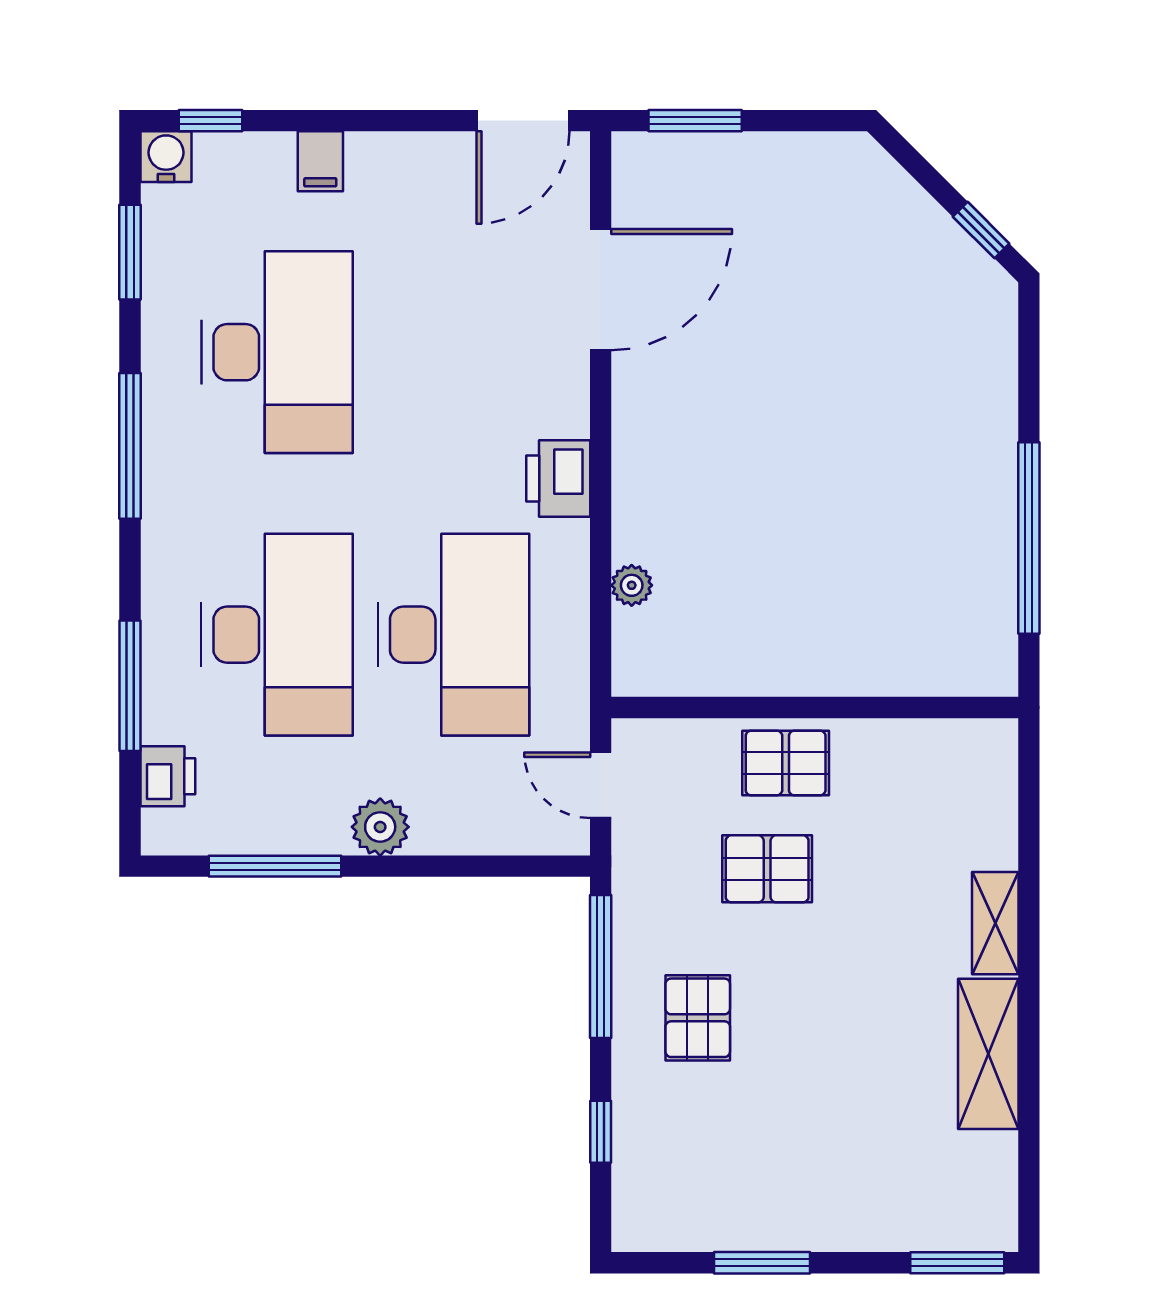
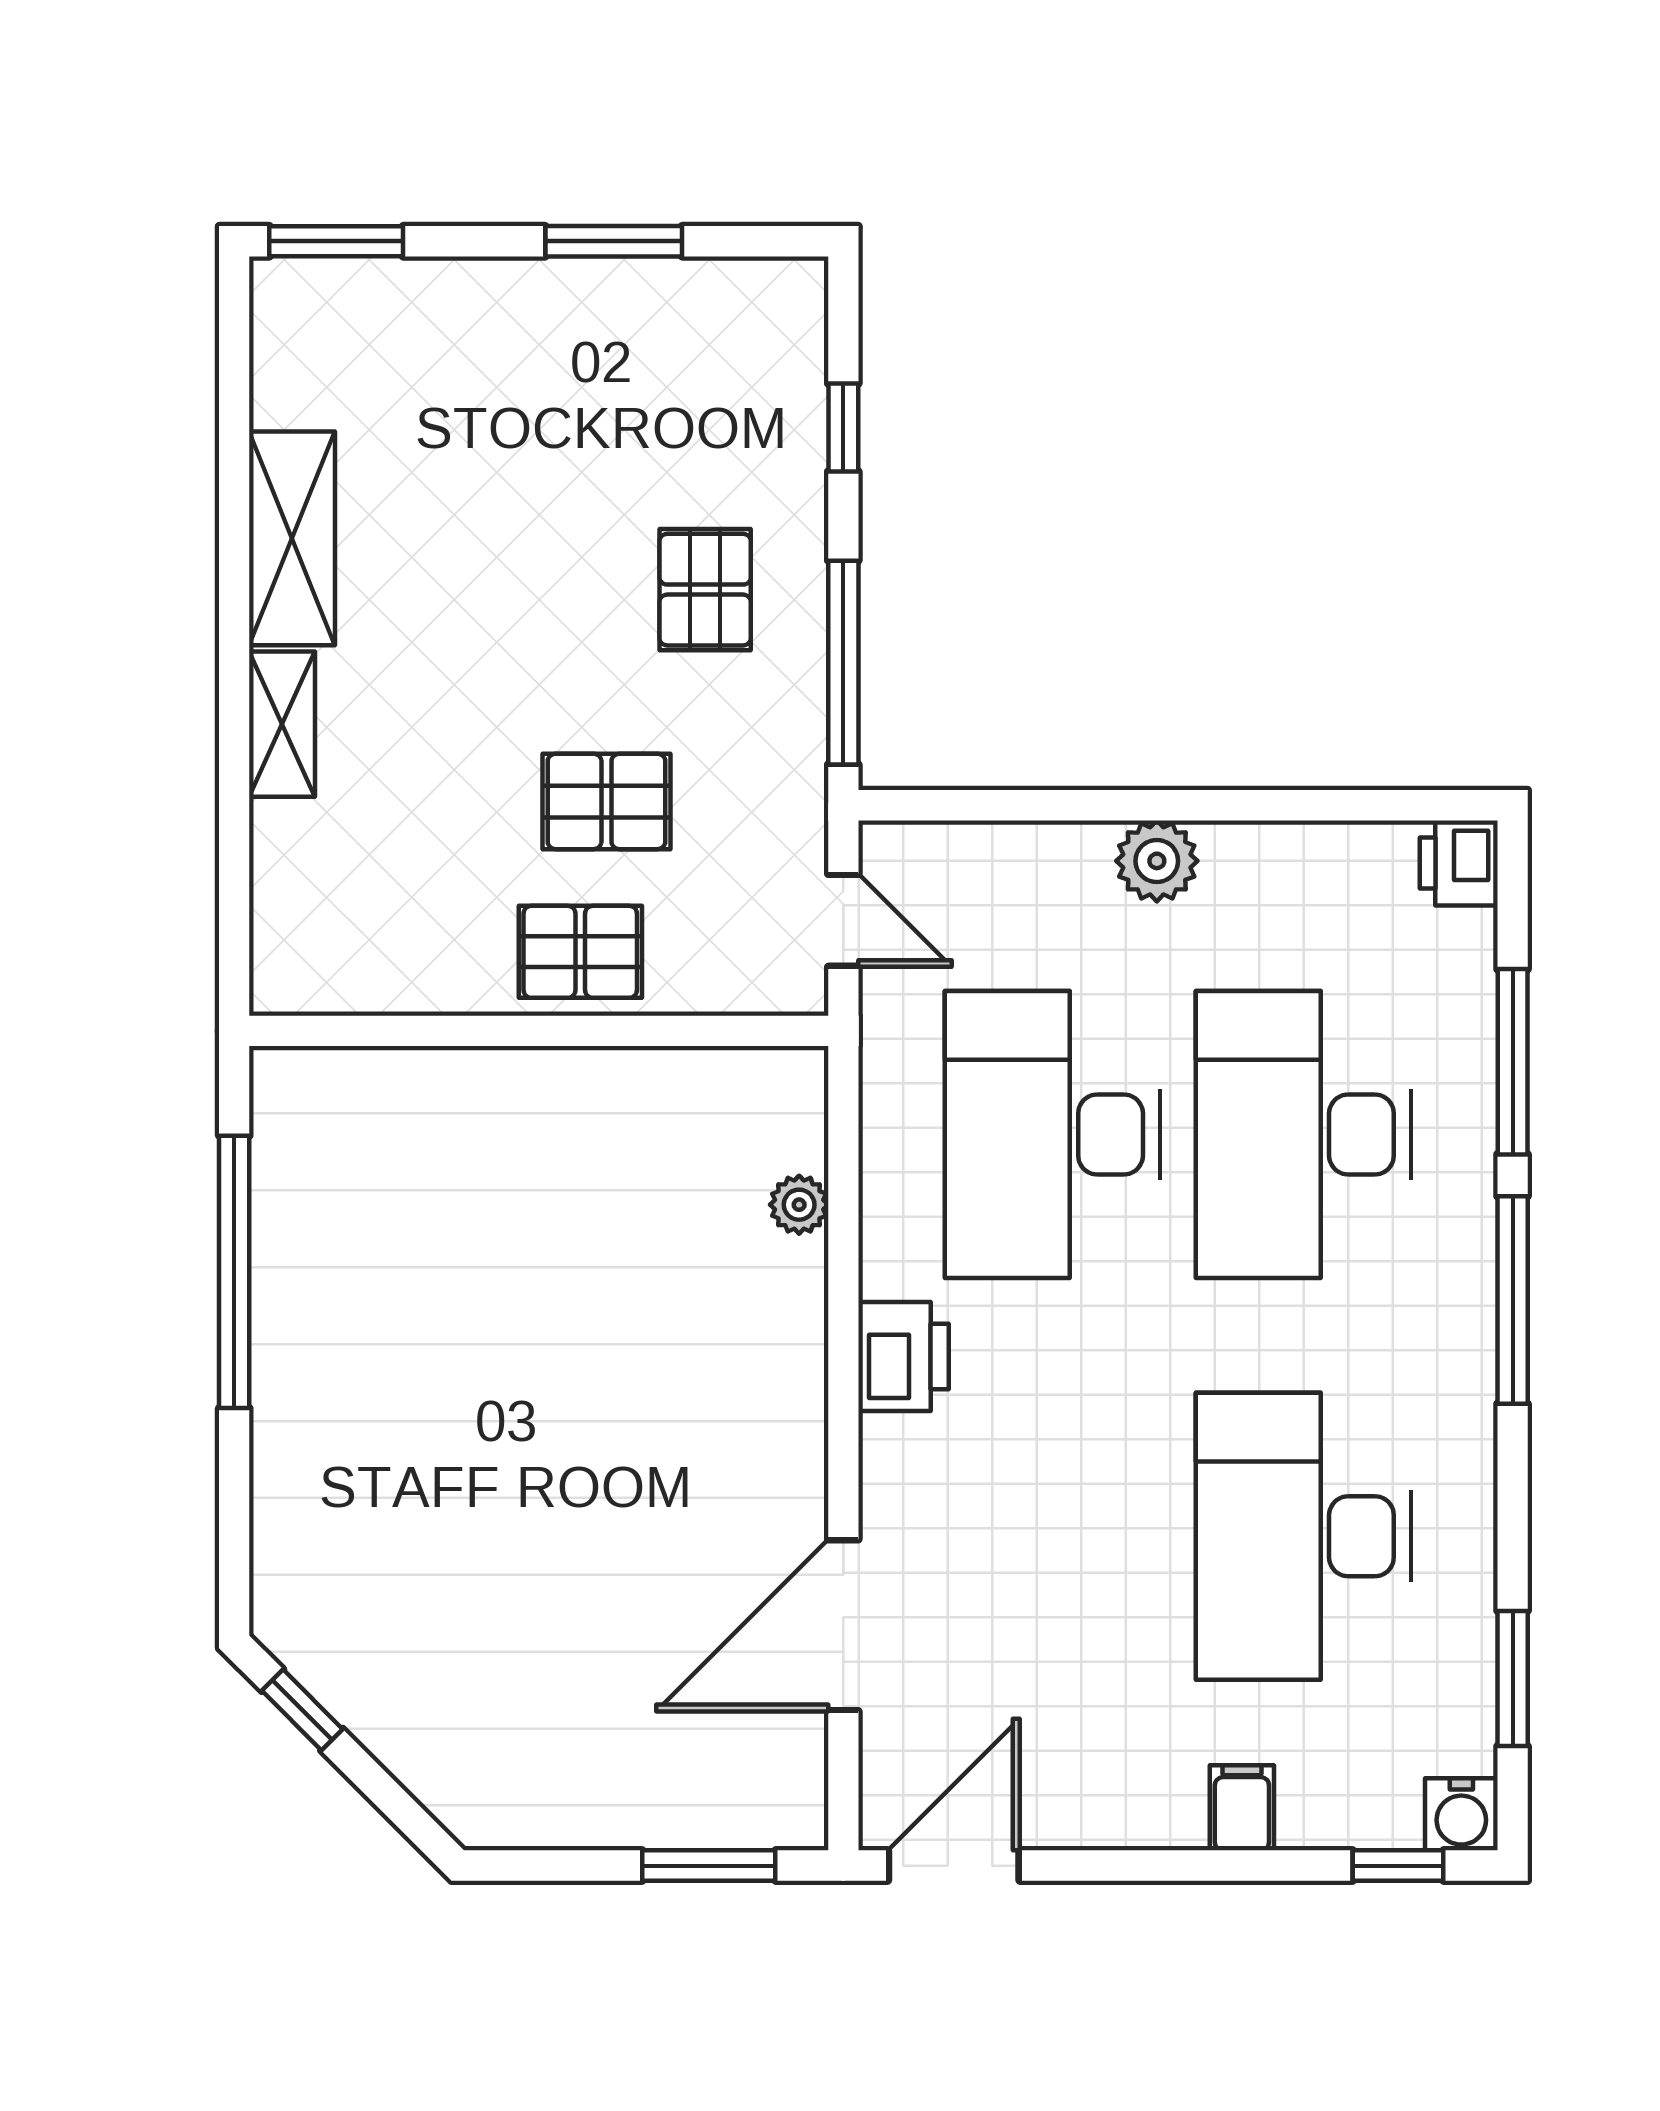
window: (130, 446) -> (1513, 1300), moved
printer: (168, 776) -> (1459, 863), moved
window: (275, 866) -> (1306, 805), removed

